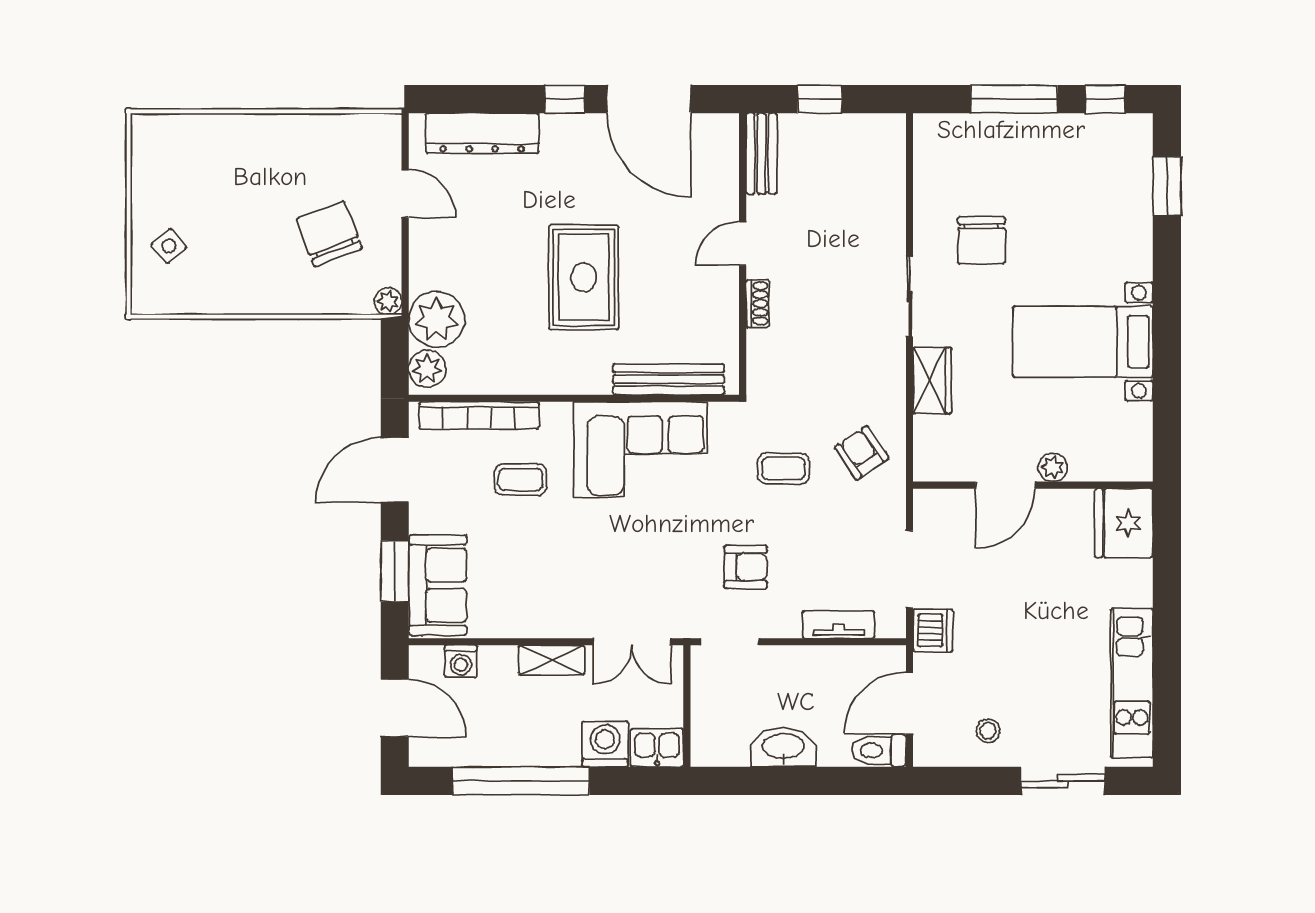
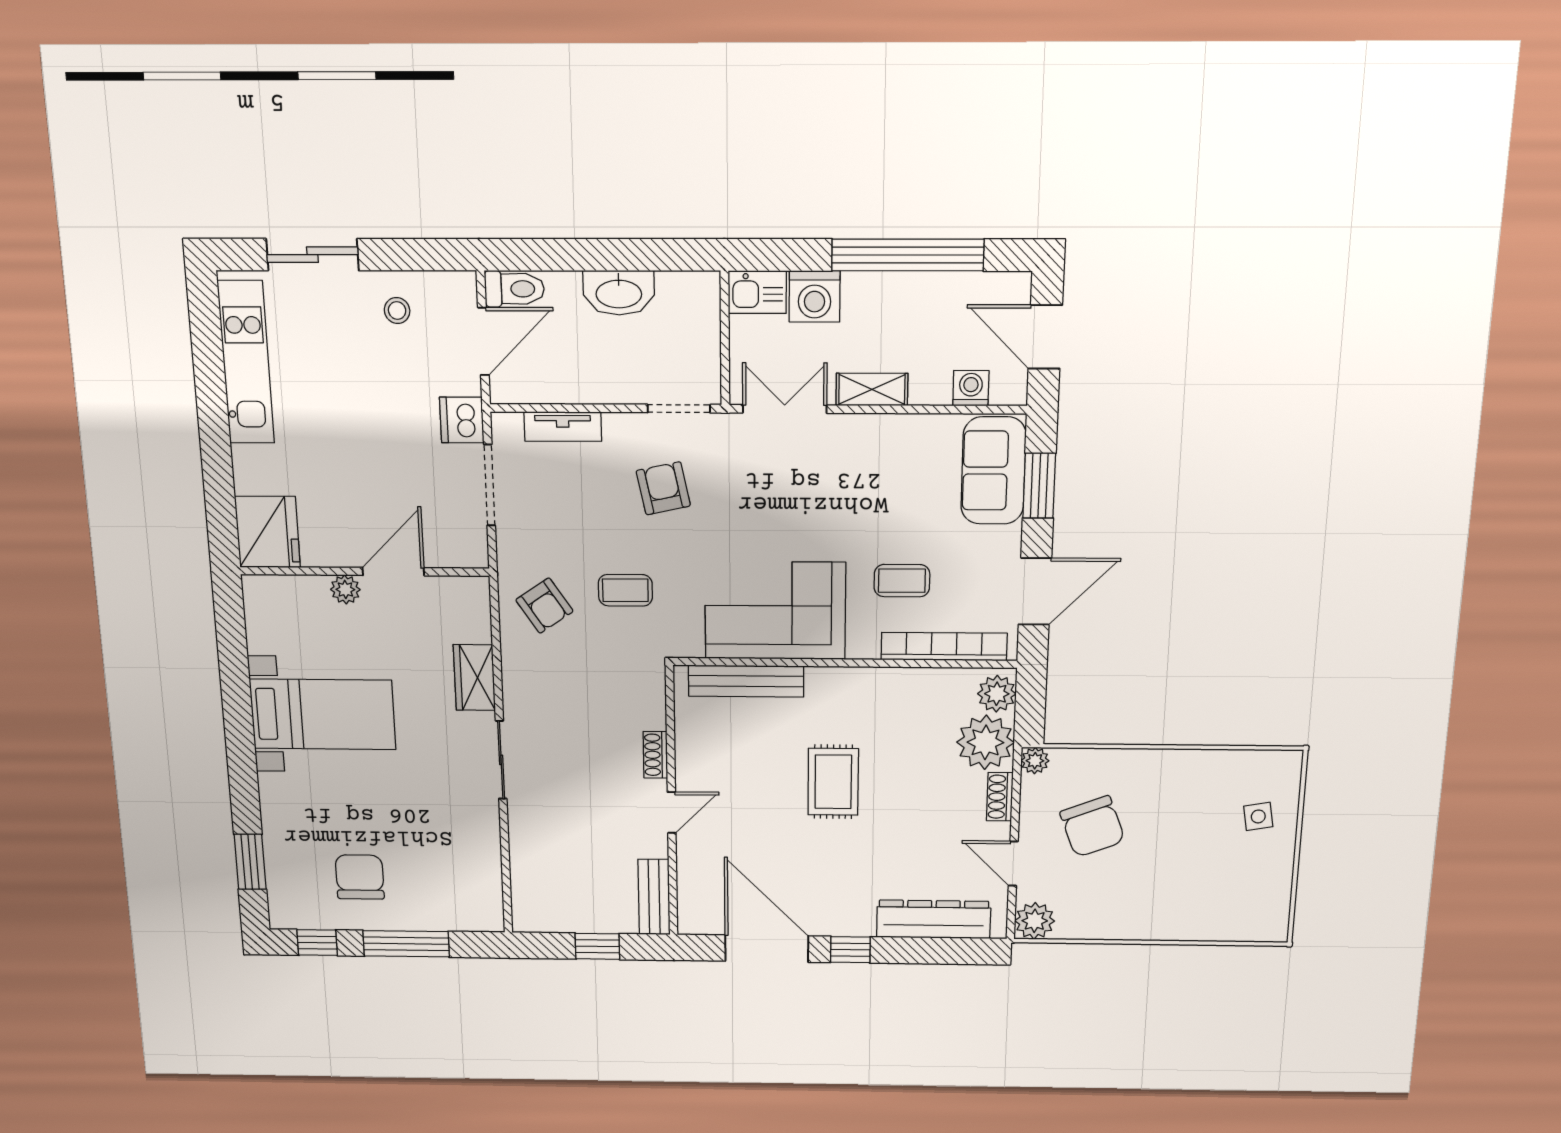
plant: (382, 133) -> (1035, 921), added
chair: (982, 240) -> (360, 877), moved
side table: (169, 246) -> (1258, 816), turned 30
shoe rack: (421, 264) -> (1000, 797), added
rug: (584, 277) -> (833, 782), width x0.73, depth x0.70
armchair: (746, 567) -> (663, 488), turned 78

